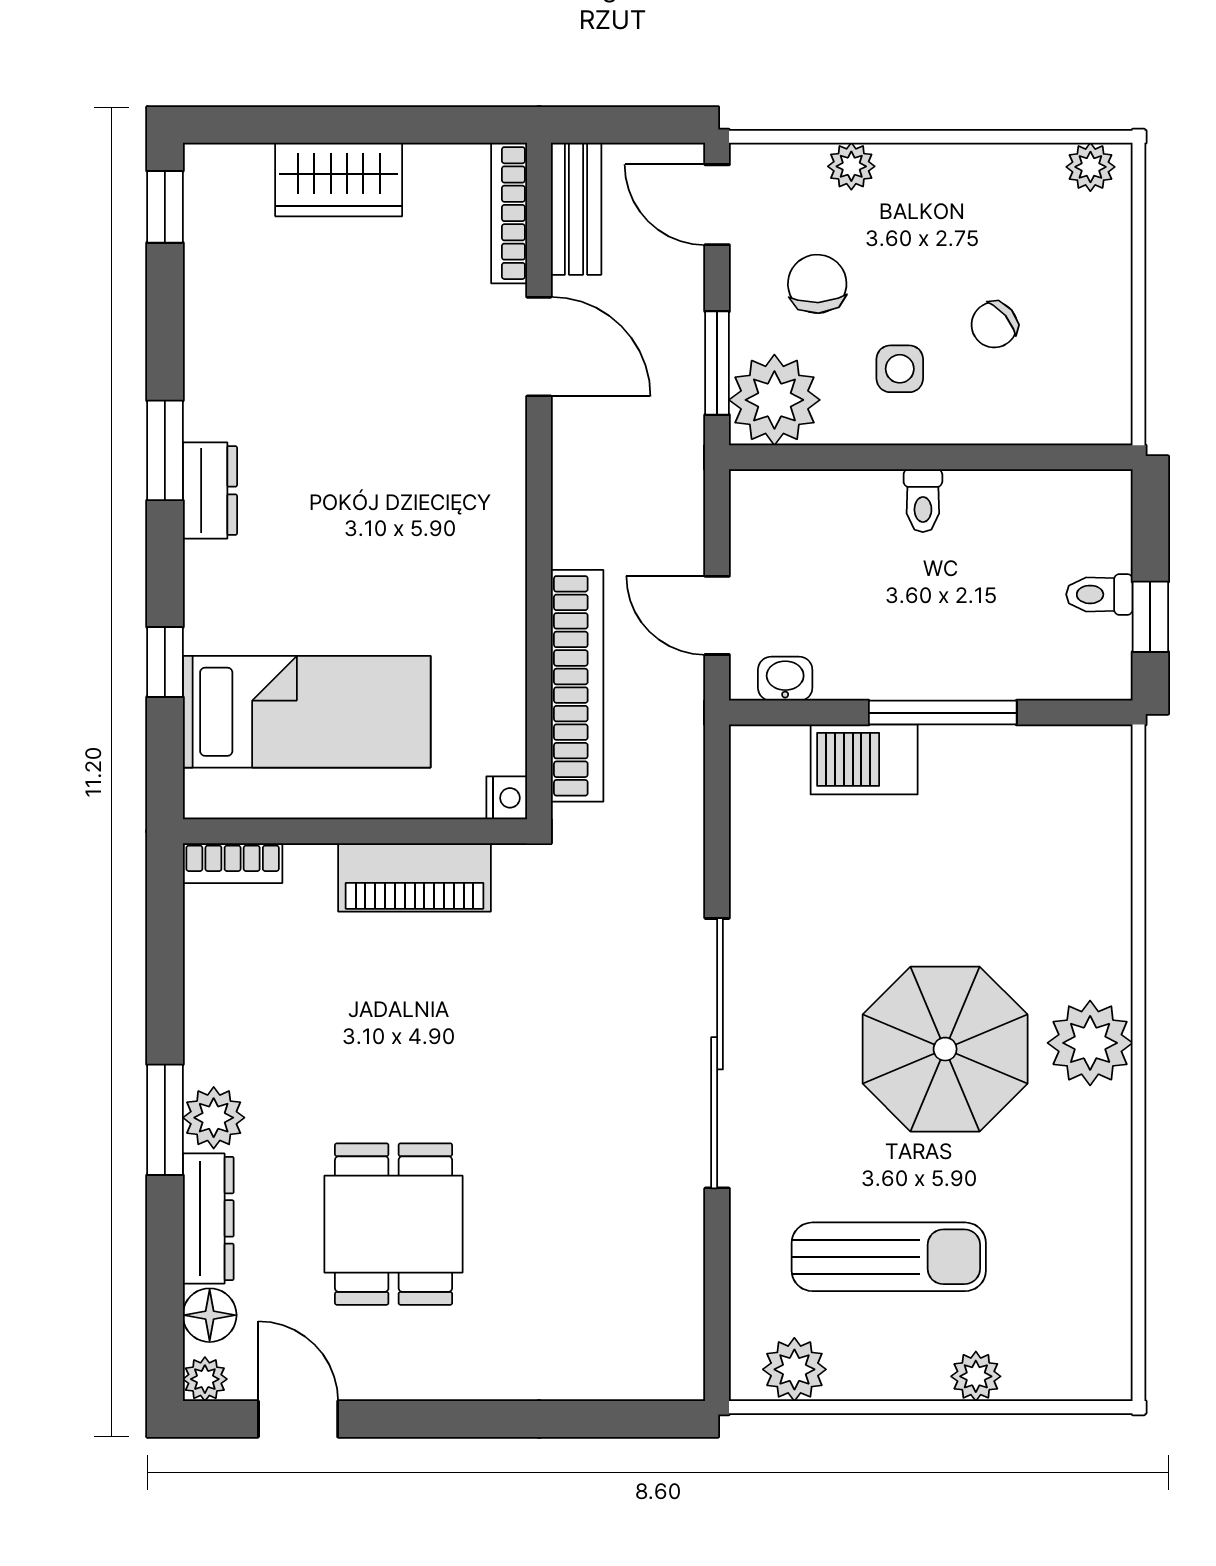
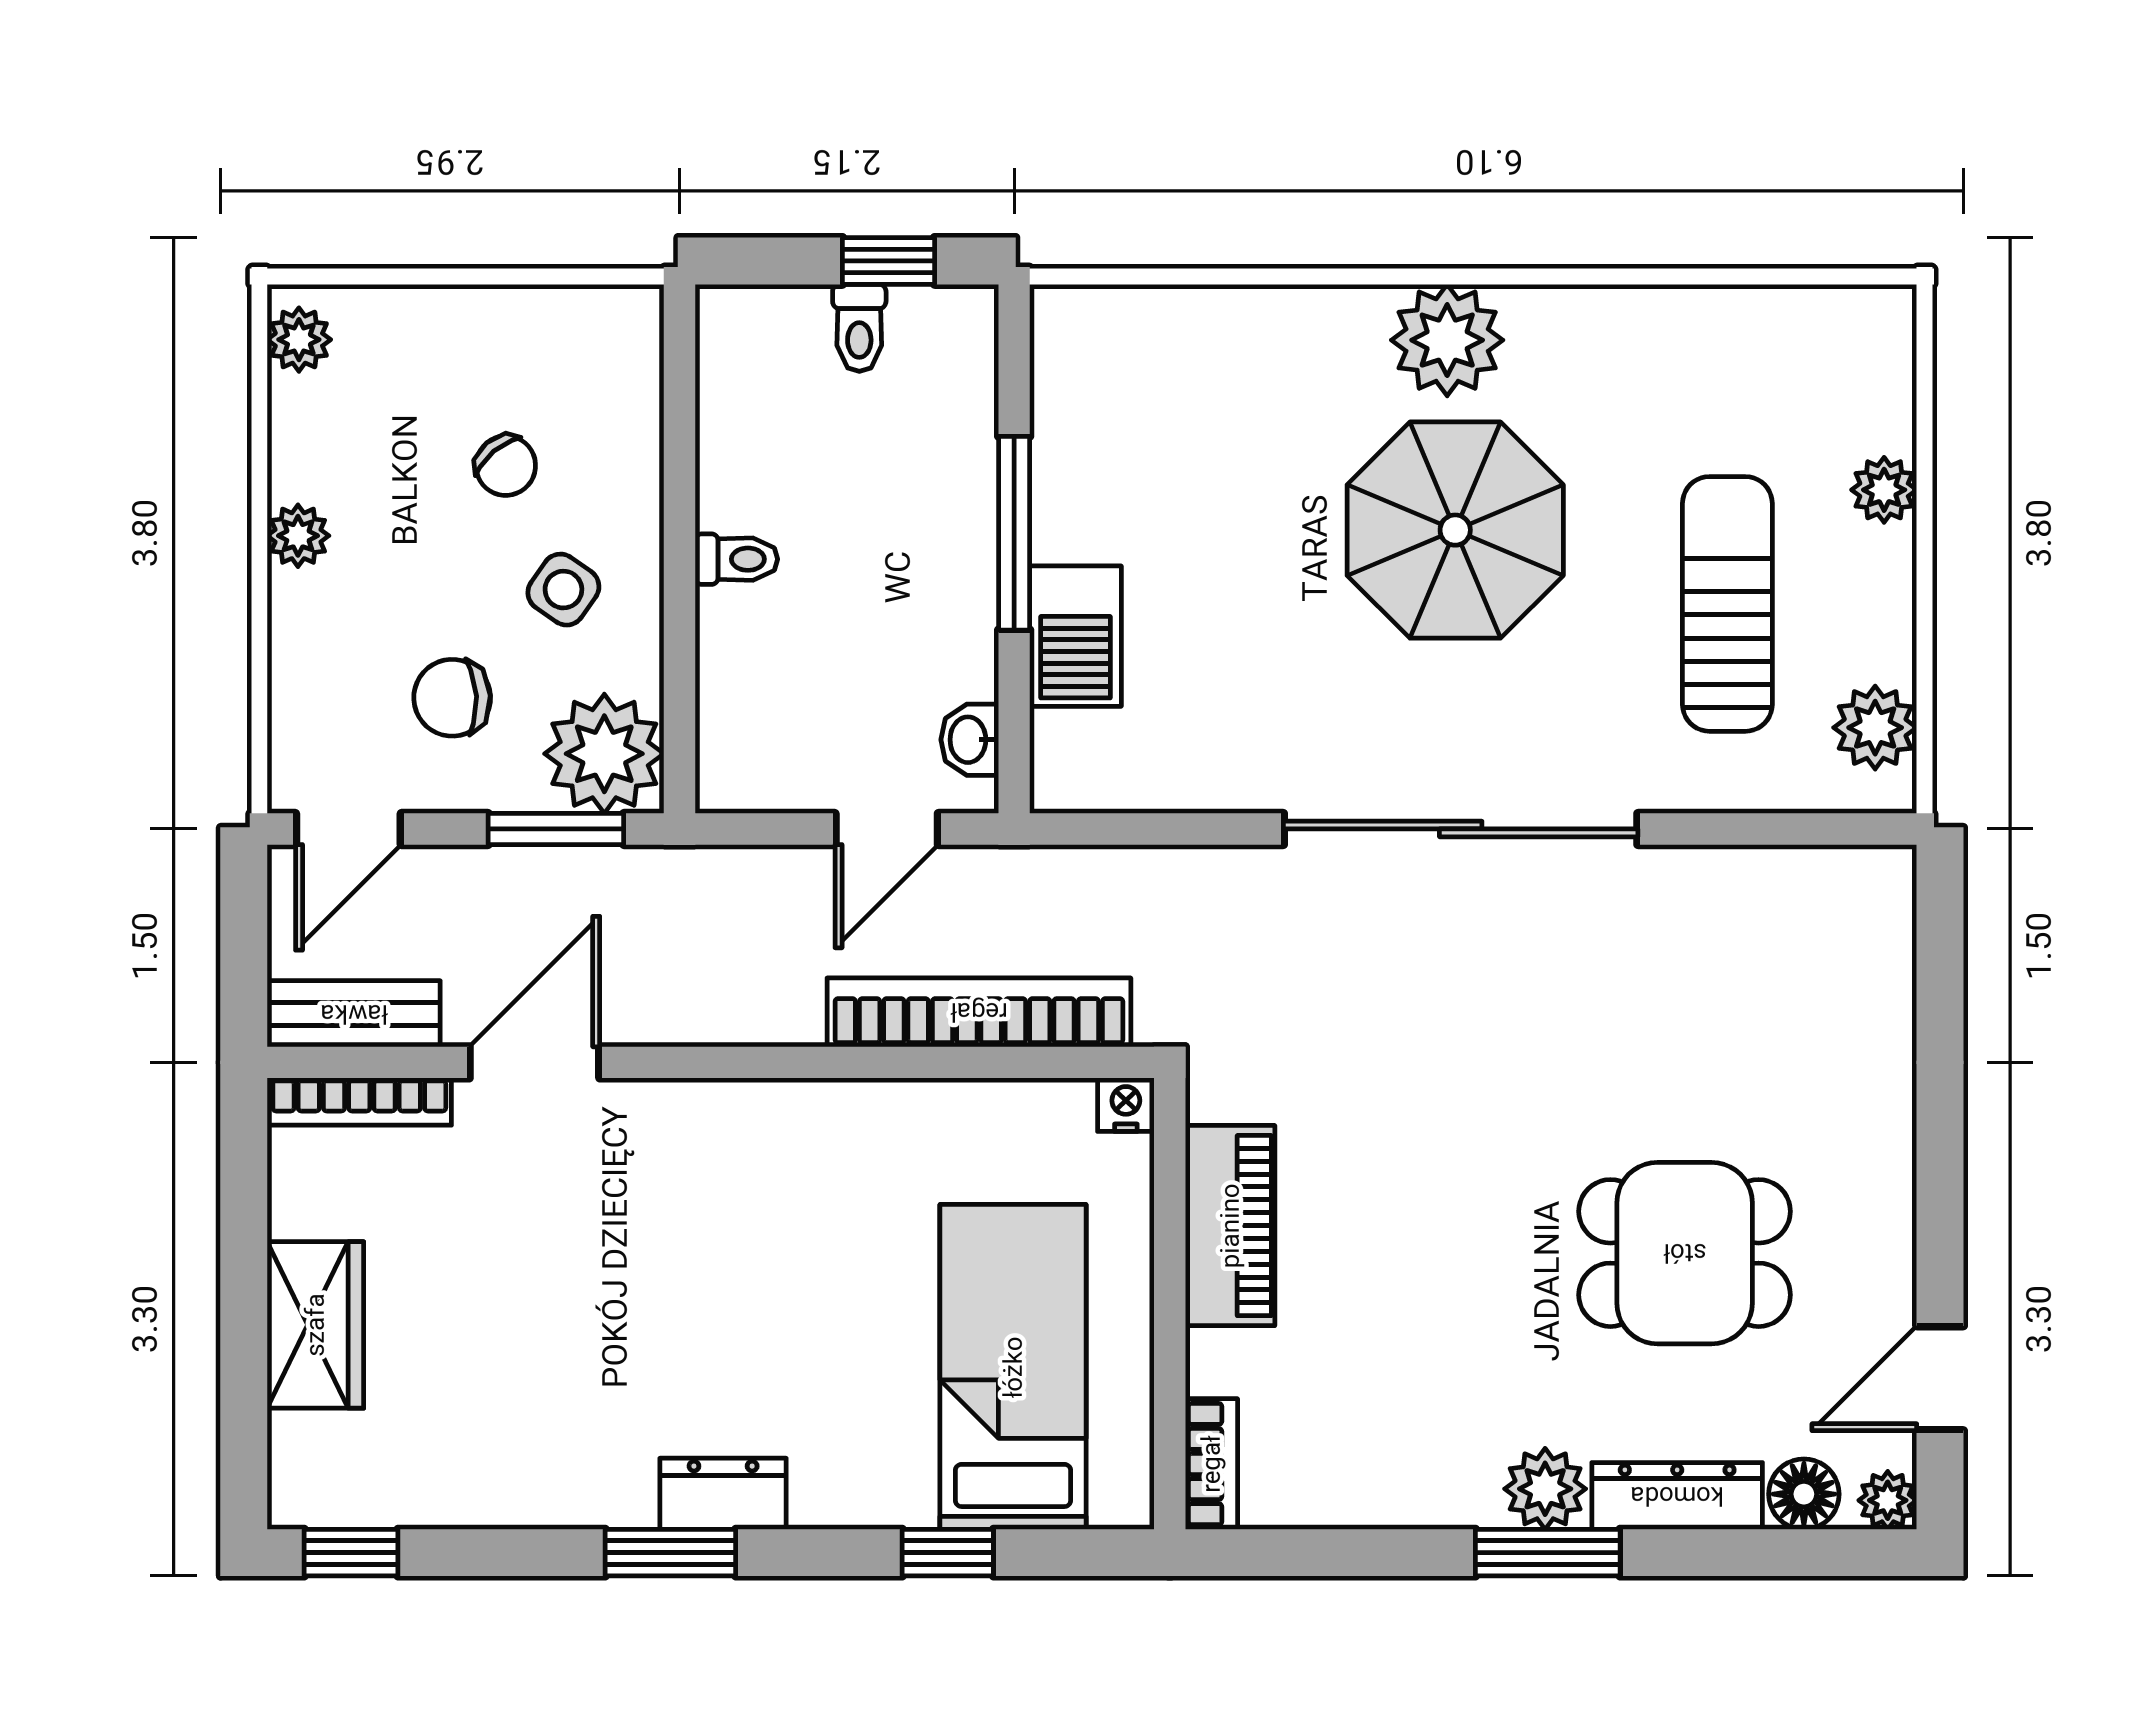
plant: (851, 166) -> (298, 536), moved
side table: (900, 369) -> (563, 590), turned 35

